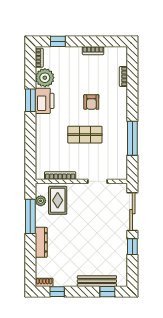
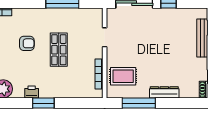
window: (30, 100) -> (43, 103), moved
printer: (45, 101) -> (32, 92), width x0.53, depth x0.68
plant: (41, 201) -> (124, 93), removed

